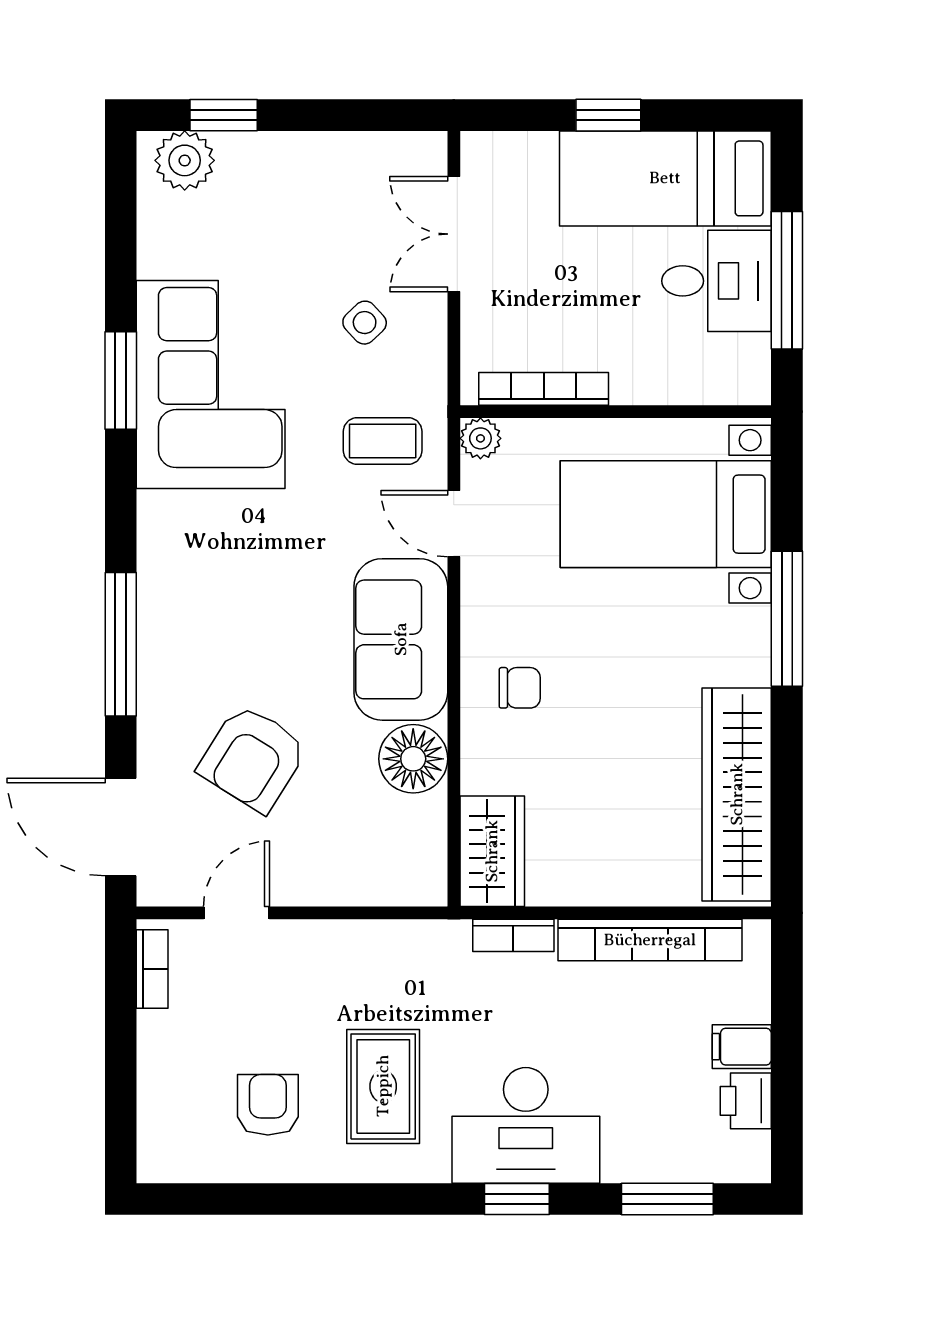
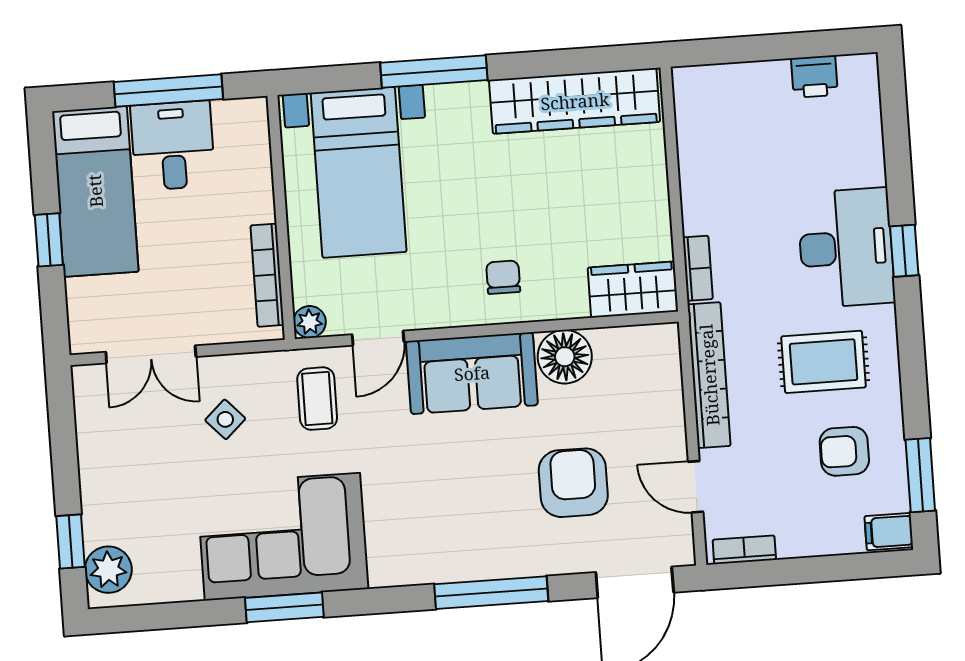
armchair: (253, 758) -> (573, 483), turned -122
bookcase: (650, 940) -> (709, 375), moved
filing cabinet: (742, 1047) -> (889, 532), moved, turned 90
window: (667, 1199) -> (920, 475), moved

